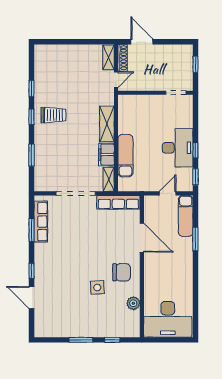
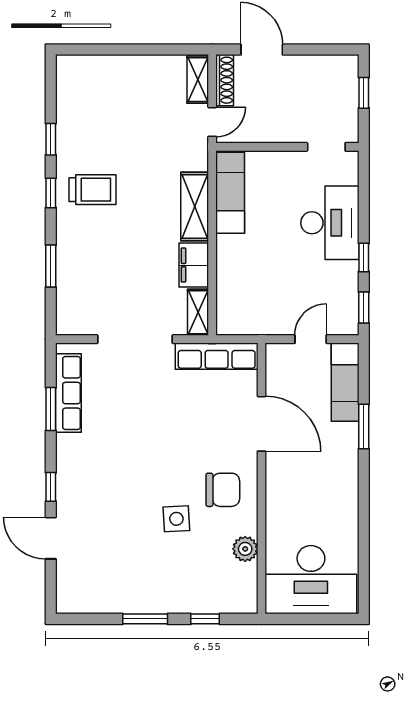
desk: (178, 148) -> (330, 223), moved
exam couch: (125, 156) -> (230, 193), moved

